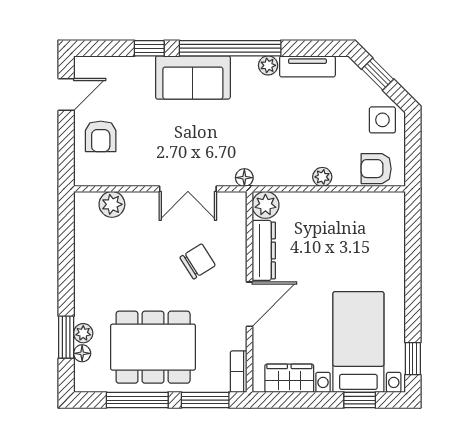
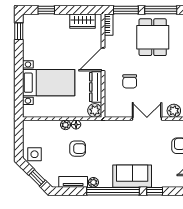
armchair: (376, 169) -> (78, 149), moved
floor lamp: (244, 178) -> (76, 125), moved
double door: (188, 189) -> (147, 119), moved
chair: (198, 261) -> (130, 81), turned -58
bed with nightstands: (358, 342) -> (49, 83), moved, turned -90
dining table: (153, 347) -> (153, 37), width x0.73

